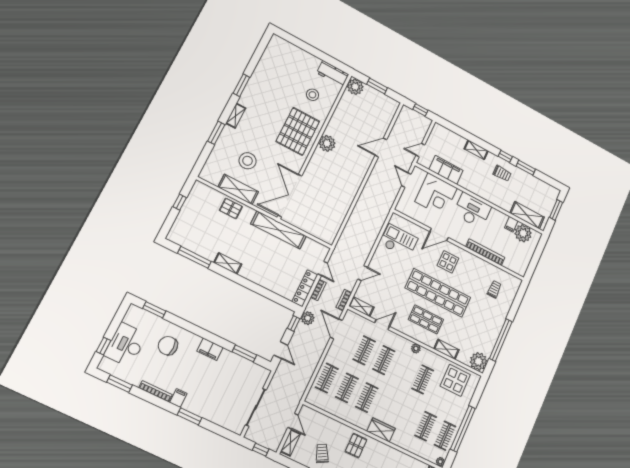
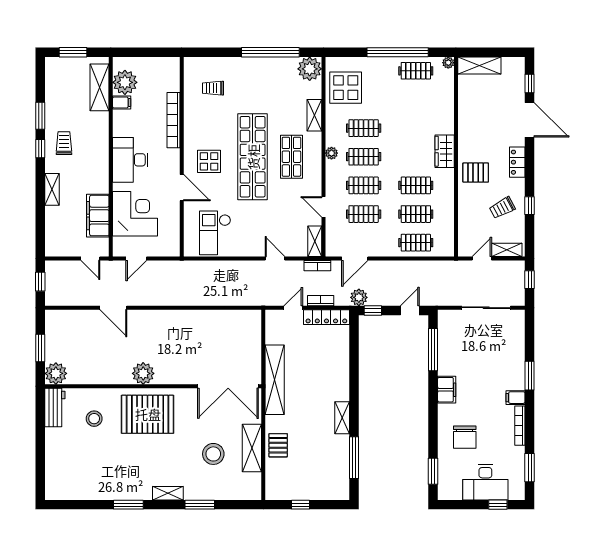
window: (244, 353) -> (433, 350), width x1.44
clothes rail: (426, 426) -> (364, 157), moved

